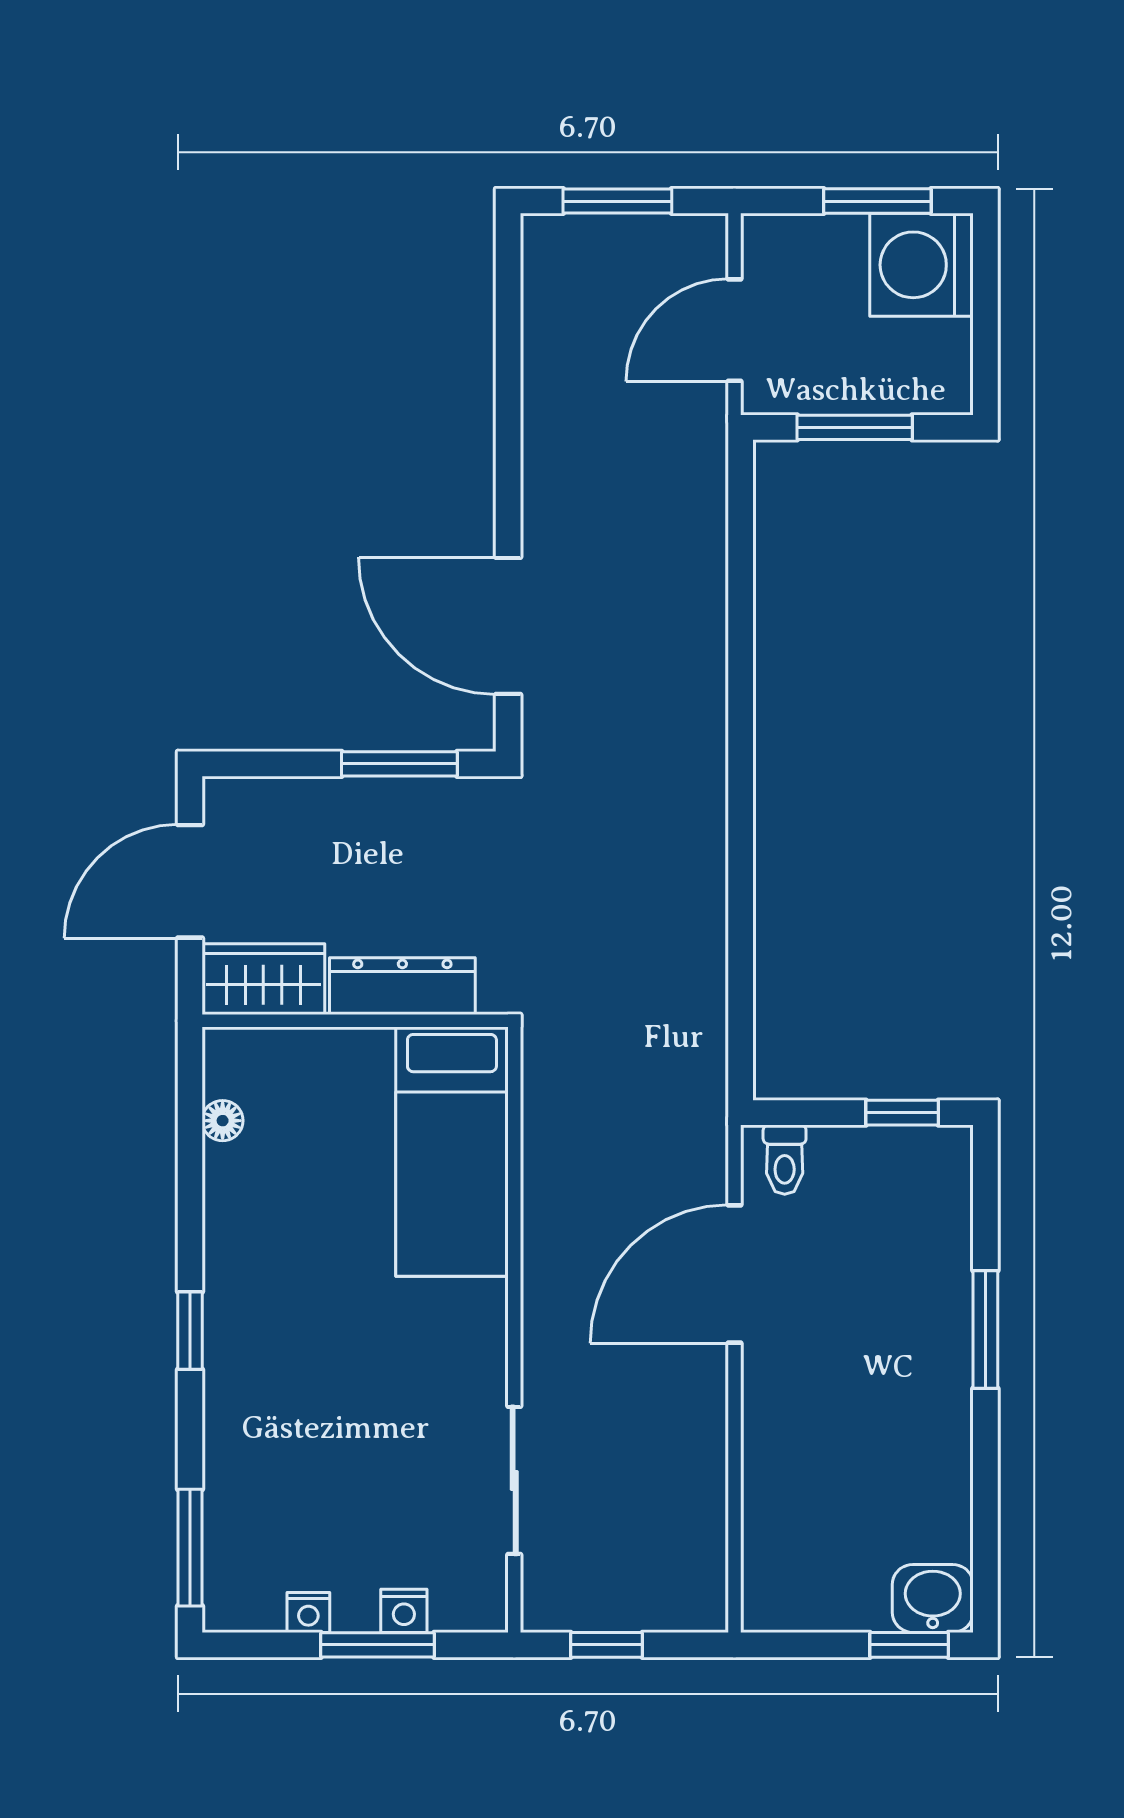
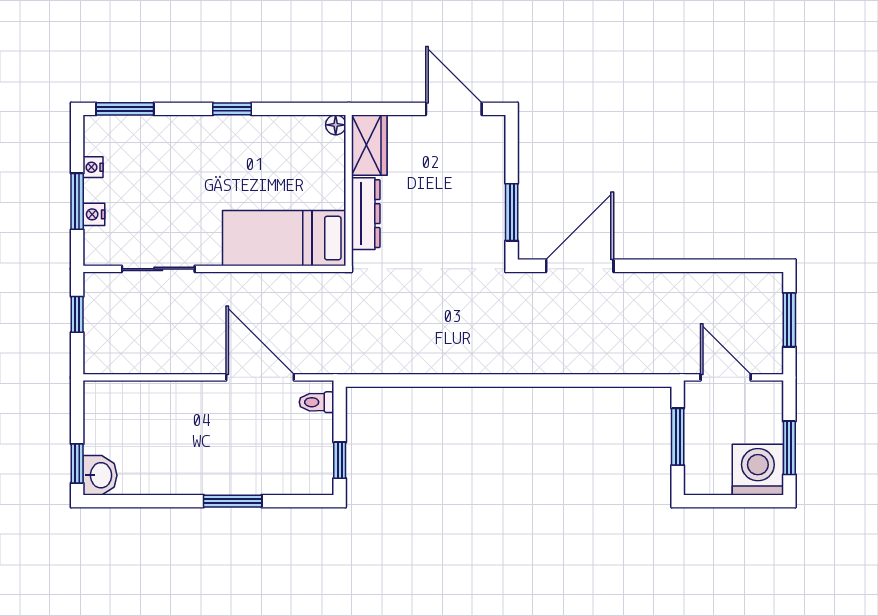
wardrobe: (263, 979) -> (369, 145), moved
dresser: (402, 986) -> (366, 214), moved
wall: (355, 1021) -> (349, 190), moved
bed: (452, 1152) -> (284, 238), moved

